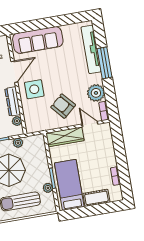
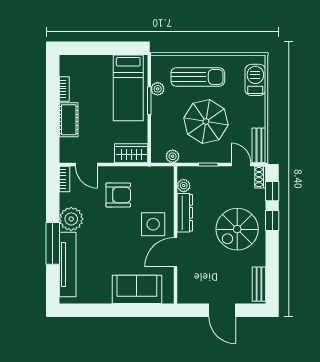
sofa: (38, 40) -> (137, 289), width x0.73
plant: (96, 93) -> (71, 219), moved
armchair: (63, 106) -> (118, 195), turned -49
wardrobe: (65, 137) -> (131, 153), width x0.67
plant: (18, 143) -> (173, 156), moved
cot: (96, 198) -> (69, 120), moved, turned 90

